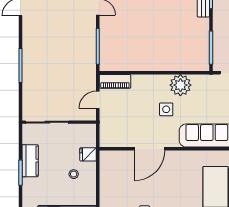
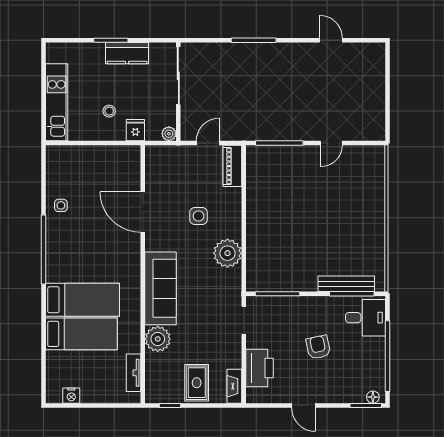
door: (98, 100) -> (208, 143), hinge flipped
side table: (166, 109) -> (198, 216), moved
plant: (91, 129) -> (169, 134), added

